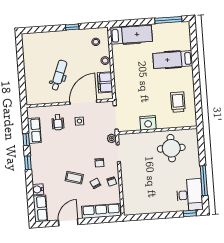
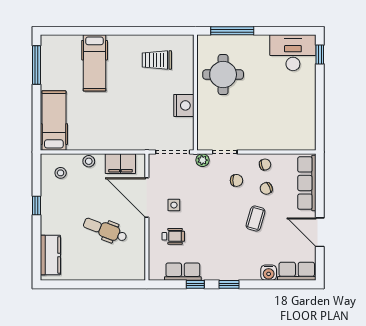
kitchen counter: (39, 39) -> (50, 255), added
window: (204, 181) -> (232, 31), moved

